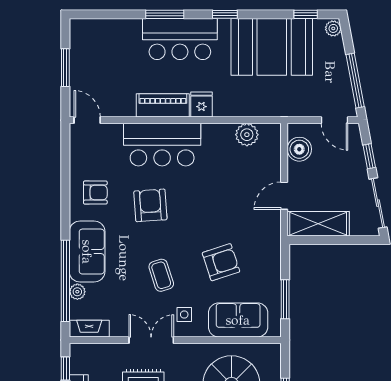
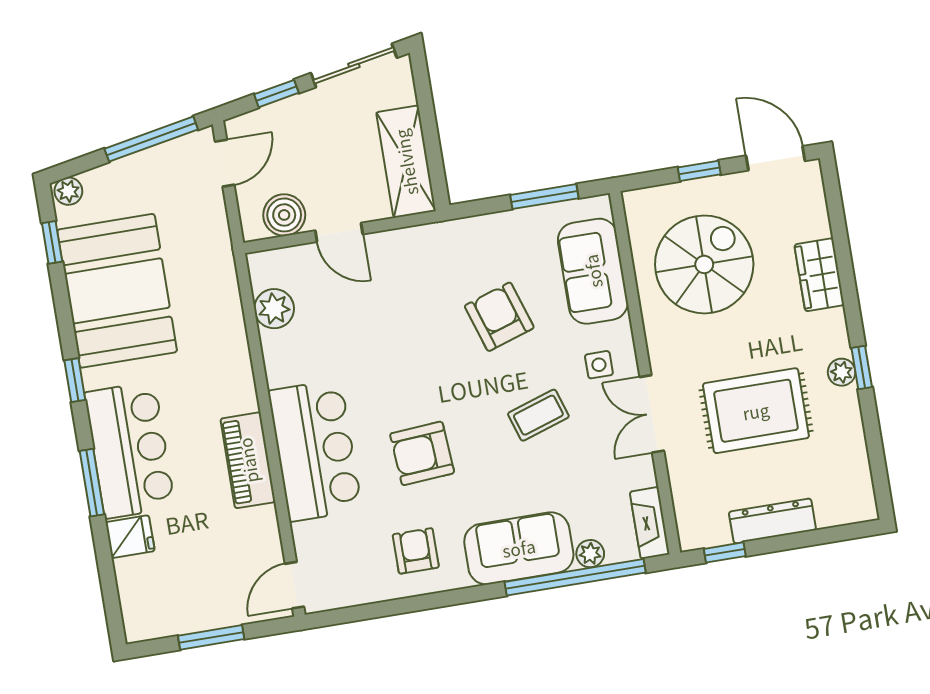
fridge: (201, 104) -> (130, 537), moved, turned 180
door: (284, 196) -> (339, 232), moved

